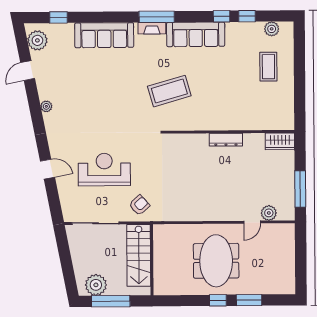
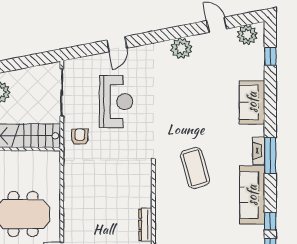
sofa: (104, 35) -> (252, 102), width x0.73
plant: (46, 106) -> (181, 48), width x1.87, depth x1.87
armchair: (139, 205) -> (80, 137), turned -138

